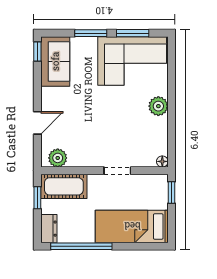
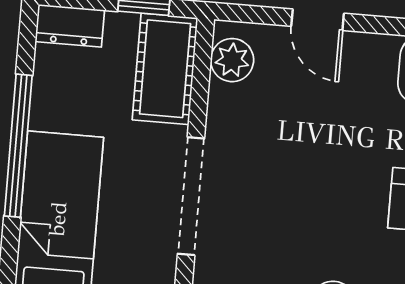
doorway: (117, 171) -> (191, 196), width x1.88
window: (81, 246) -> (18, 146), moved

